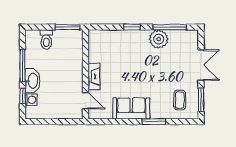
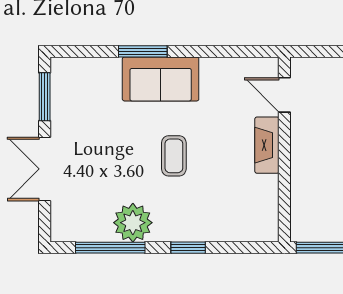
coffee table: (180, 100) -> (174, 156), moved
sofa: (131, 108) -> (161, 79), moved

